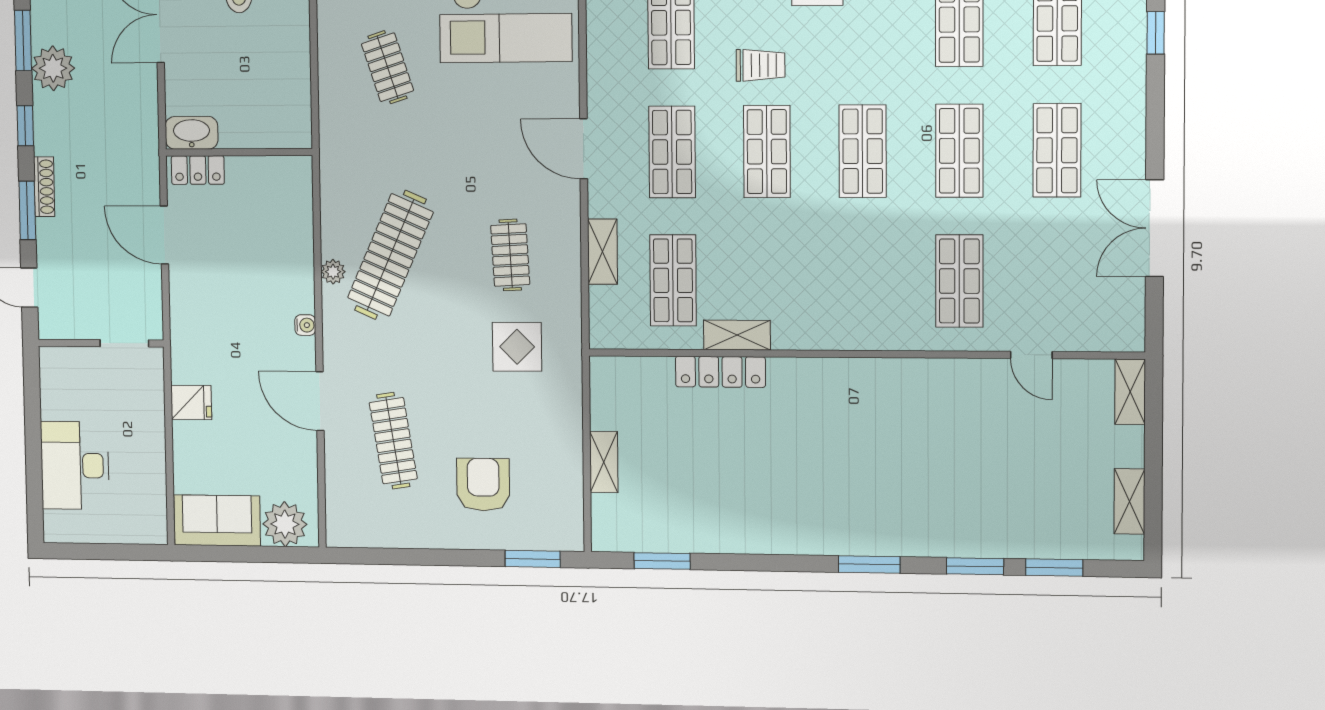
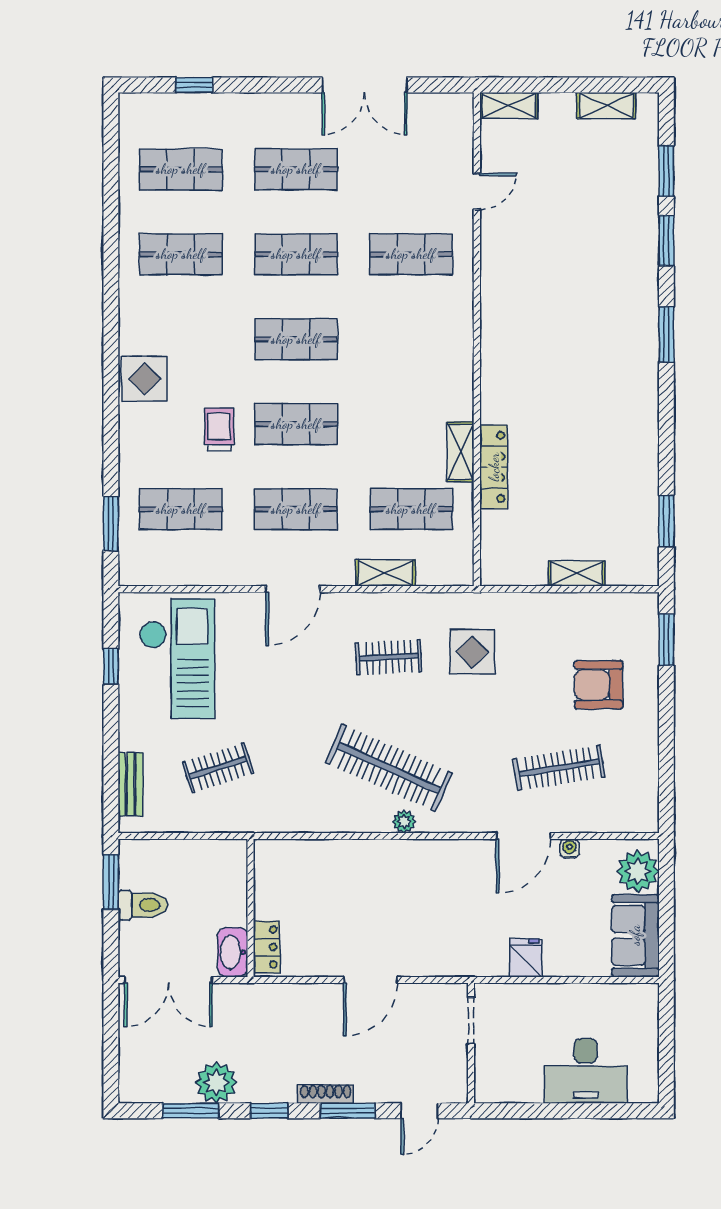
washbasin: (192, 133) -> (232, 952), moved
wall: (239, 152) -> (251, 908), moved
locker: (198, 170) -> (267, 947), moved
water cooler: (305, 325) -> (569, 849), moved

